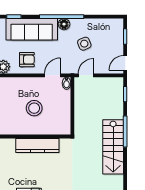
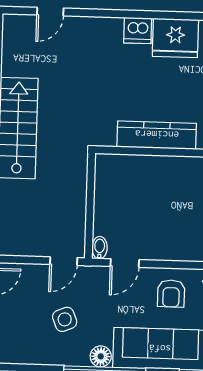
armchair: (27, 60) -> (171, 294), turned -90
stool: (34, 108) -> (160, 204), removed

